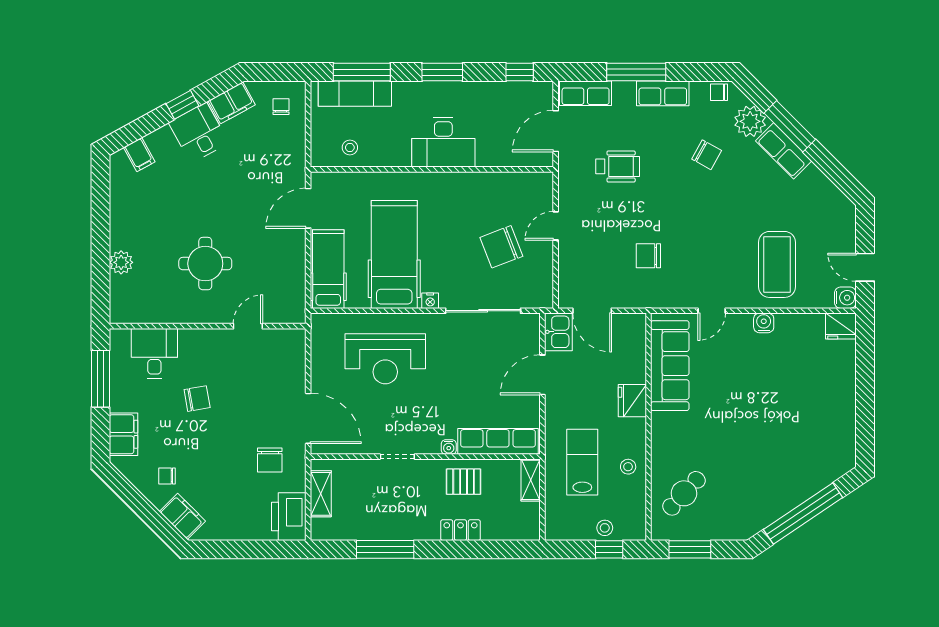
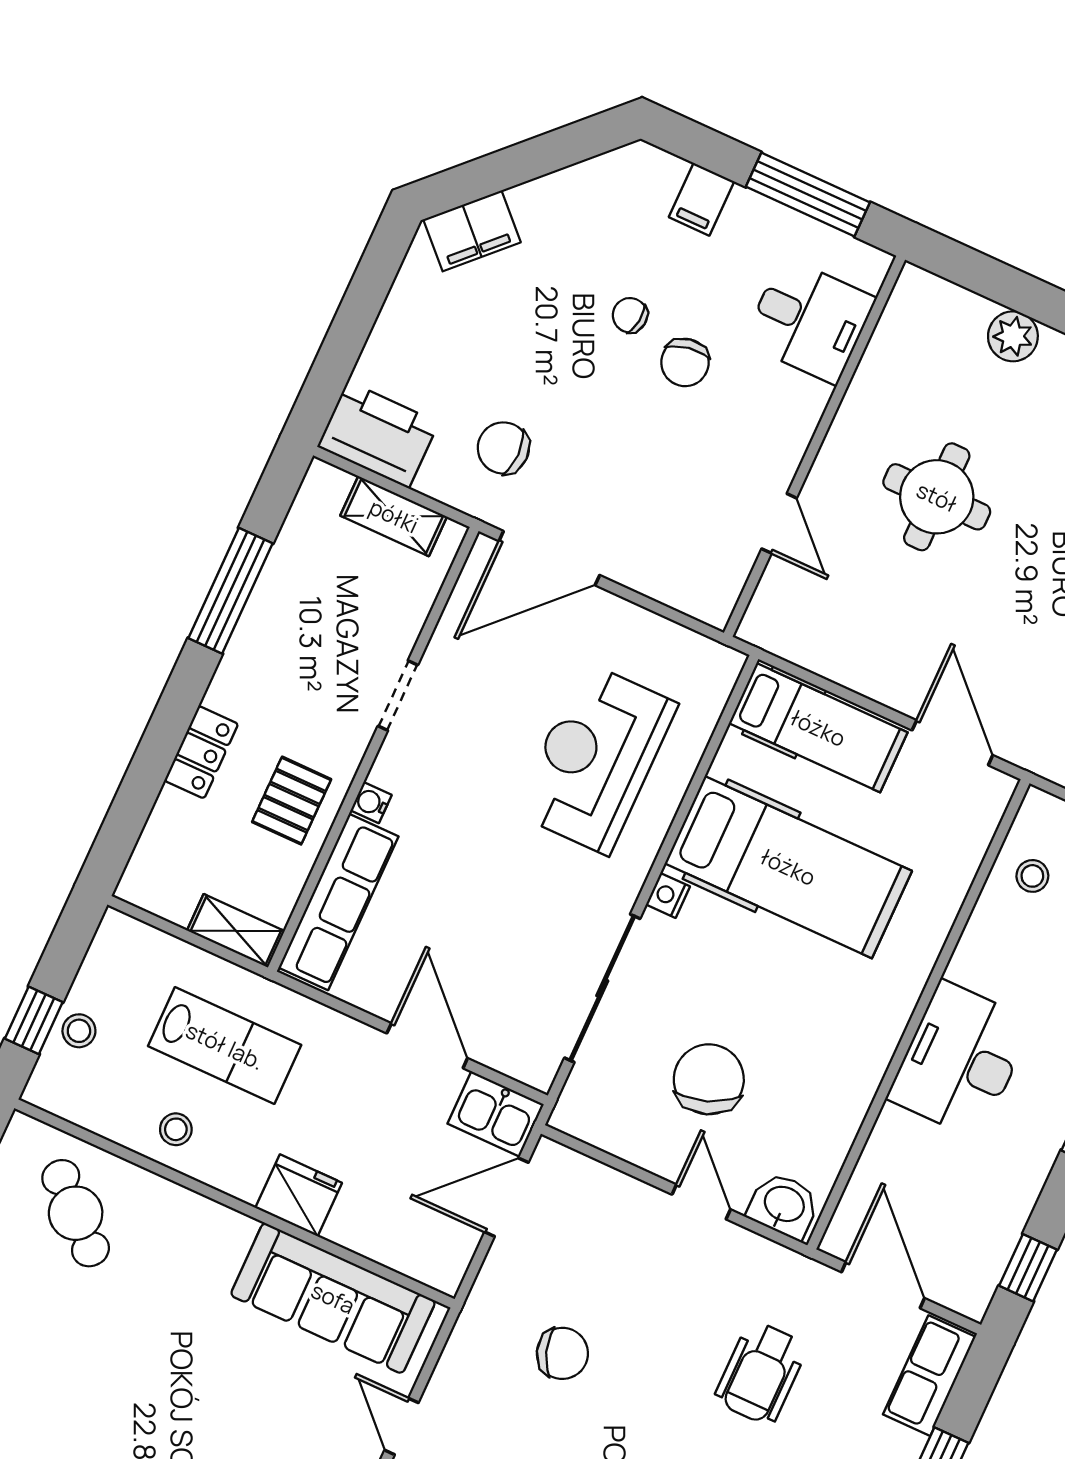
washbasin: (541, 190) -> (784, 1205), added
chair: (648, 256) -> (562, 1353), turned 71
filing cabinet: (123, 434) -> (702, 199), width x0.50
chair: (167, 476) -> (630, 315), moved, turned -83

